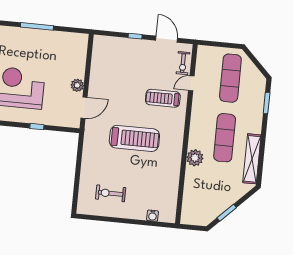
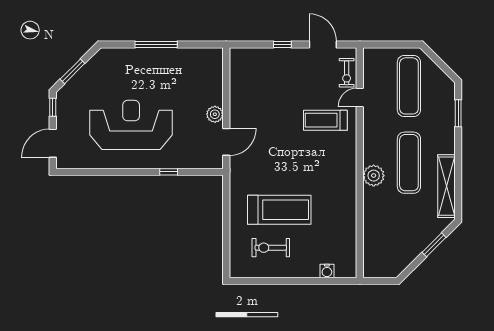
treadmill: (134, 138) -> (279, 210), moved
plant: (195, 158) -> (374, 176), moved
window: (227, 213) -> (434, 245), moved

